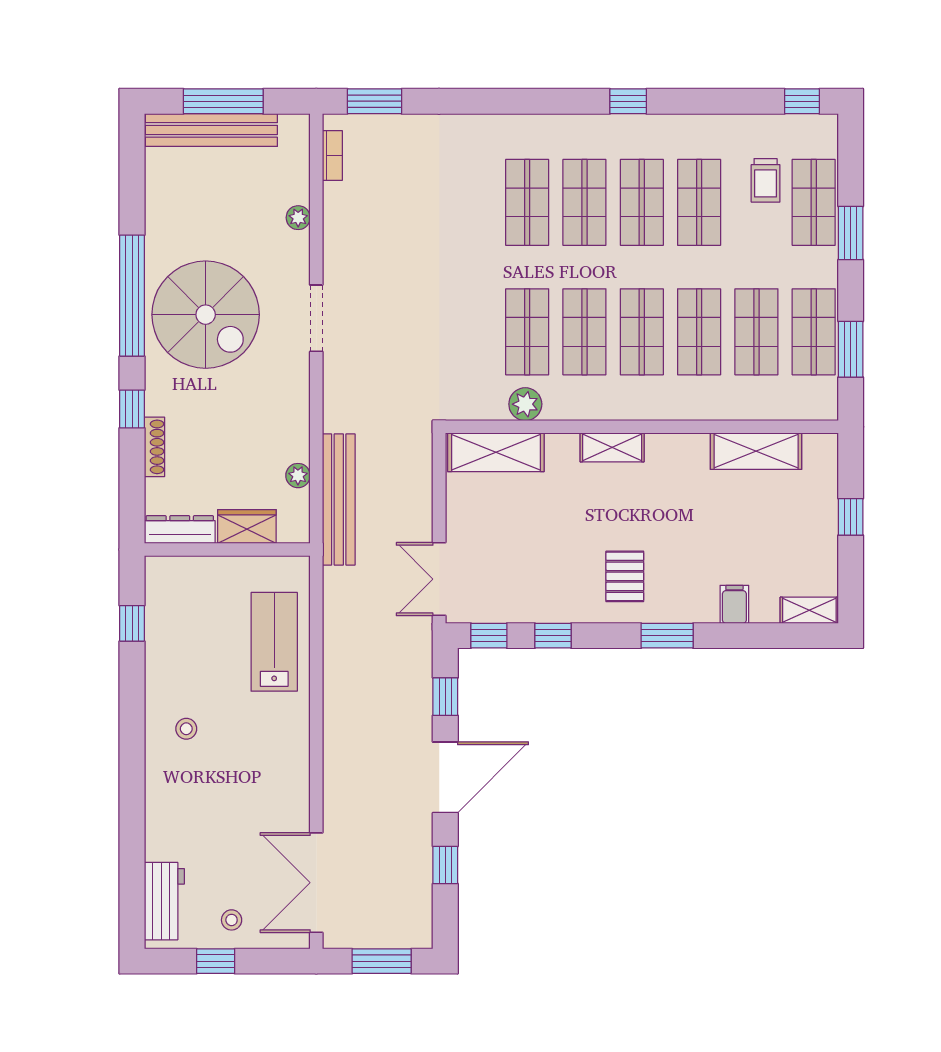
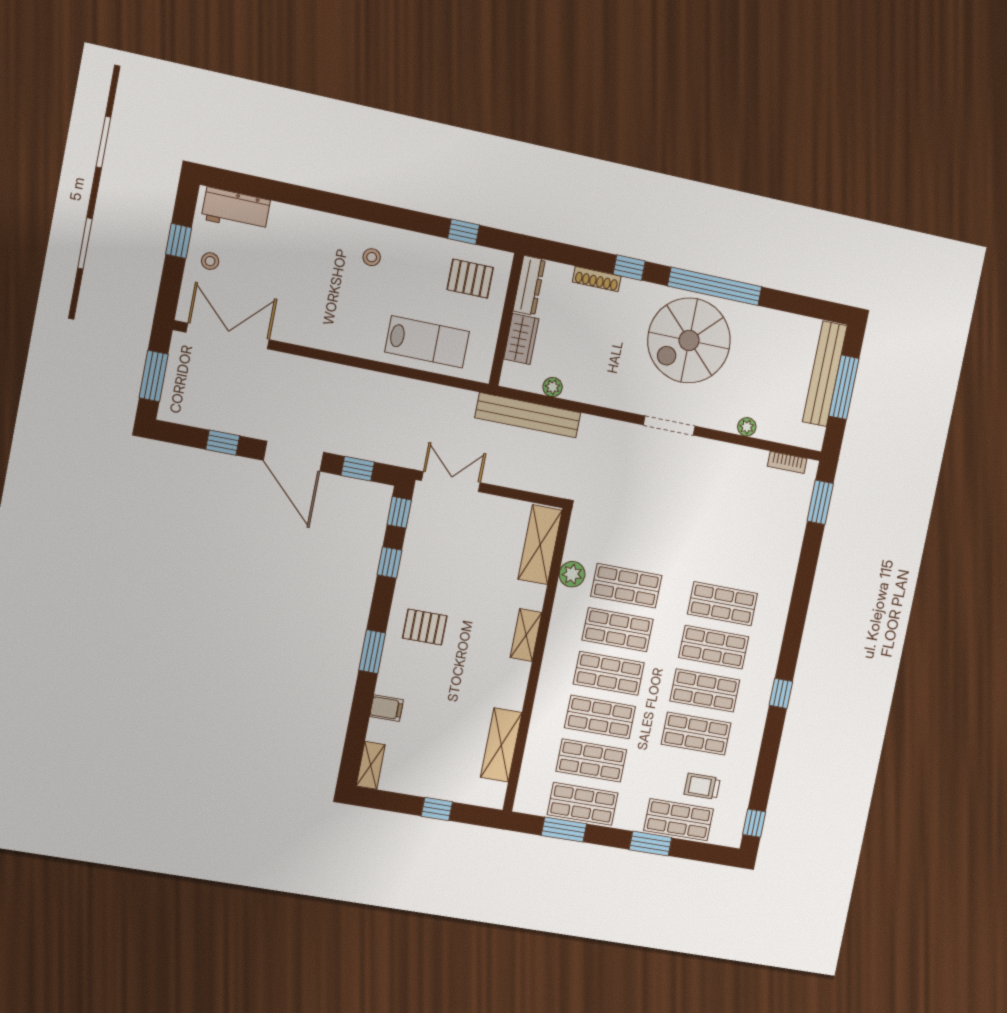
pallet: (187, 604) -> (470, 279), added

